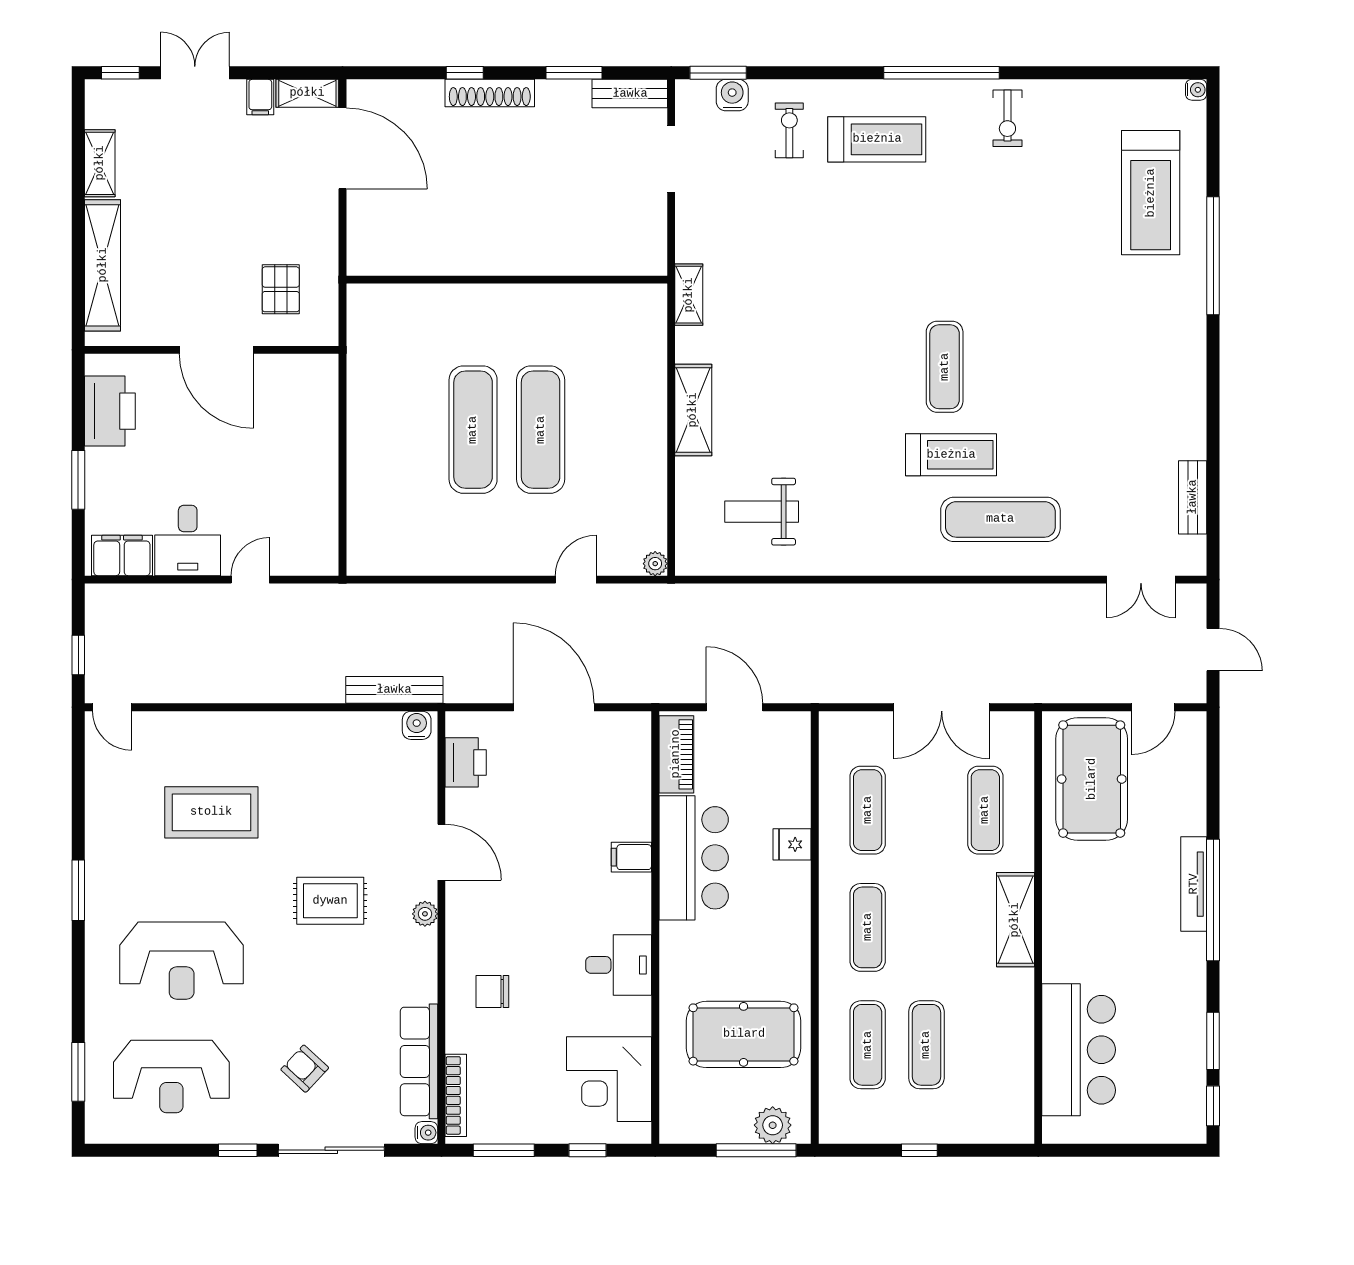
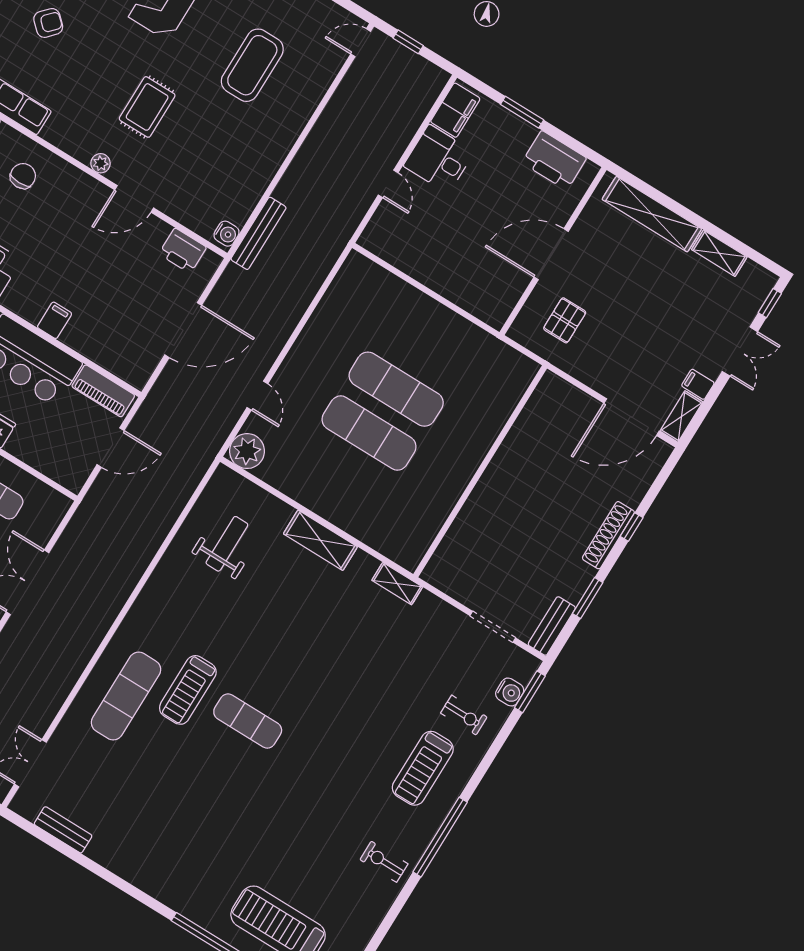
pallet: (281, 289) -> (565, 320), turned 90
plant: (655, 564) -> (247, 451), width x1.87, depth x1.87

